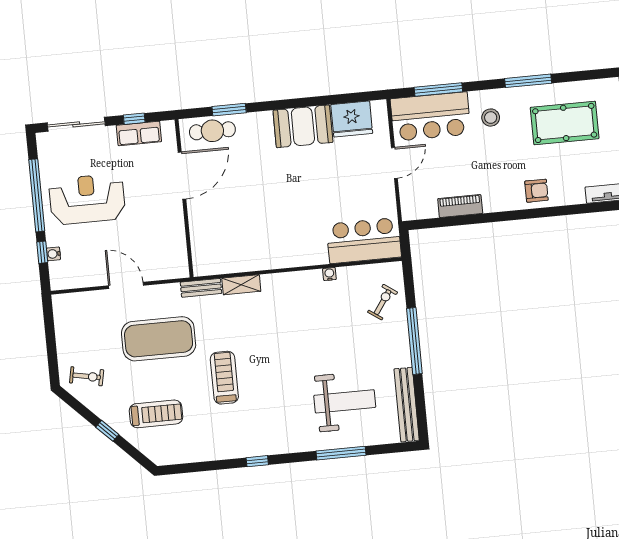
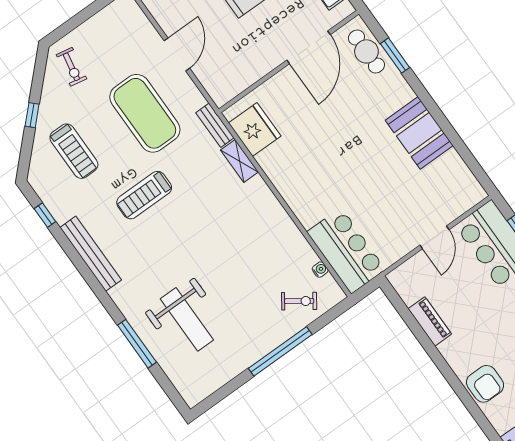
fridge: (352, 119) -> (255, 130), moved, turned 180
door: (394, 163) -> (434, 237), hinge flipped
door: (182, 176) -> (309, 47), hinge flipped
armchair: (536, 191) -> (485, 384), width x1.38, depth x1.38
water cooler: (329, 274) -> (320, 270), moved
treadmill: (224, 378) -> (144, 195), turned 180
bench: (407, 405) -> (91, 254), moved, turned 90
window: (257, 461) -> (45, 215), moved

